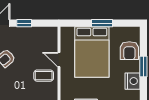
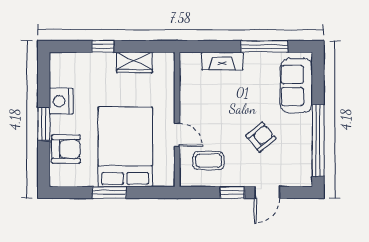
armchair: (129, 51) -> (66, 149), turned 90
coffee table: (44, 76) -> (209, 161), moved

